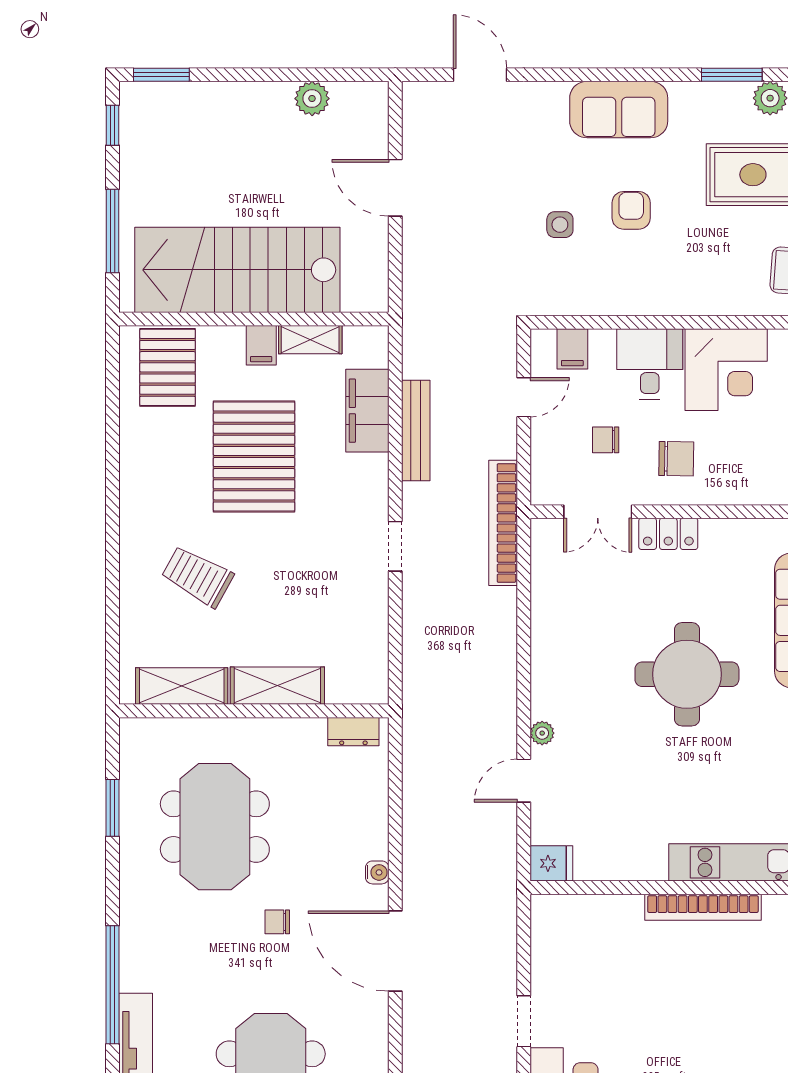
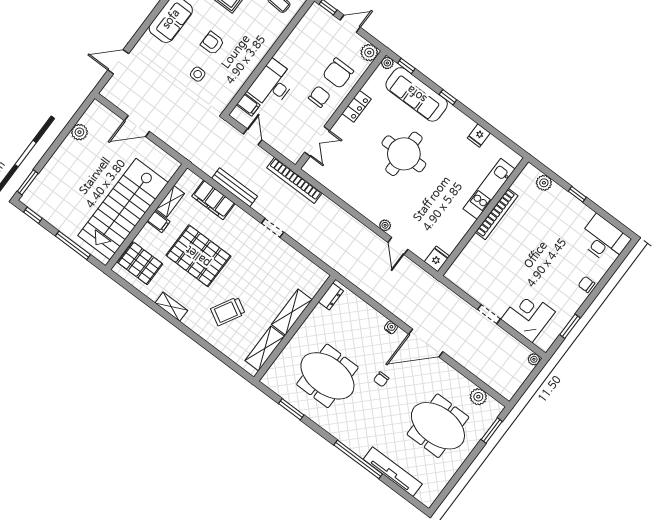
desk: (650, 364) -> (272, 84), width x1.37
corner desk: (726, 370) -> (300, 52), removed
chair: (606, 440) -> (338, 73), moved, width x1.87, depth x1.87
shelving: (134, 475) -> (171, 307), added
locker: (668, 534) -> (357, 106), moved

